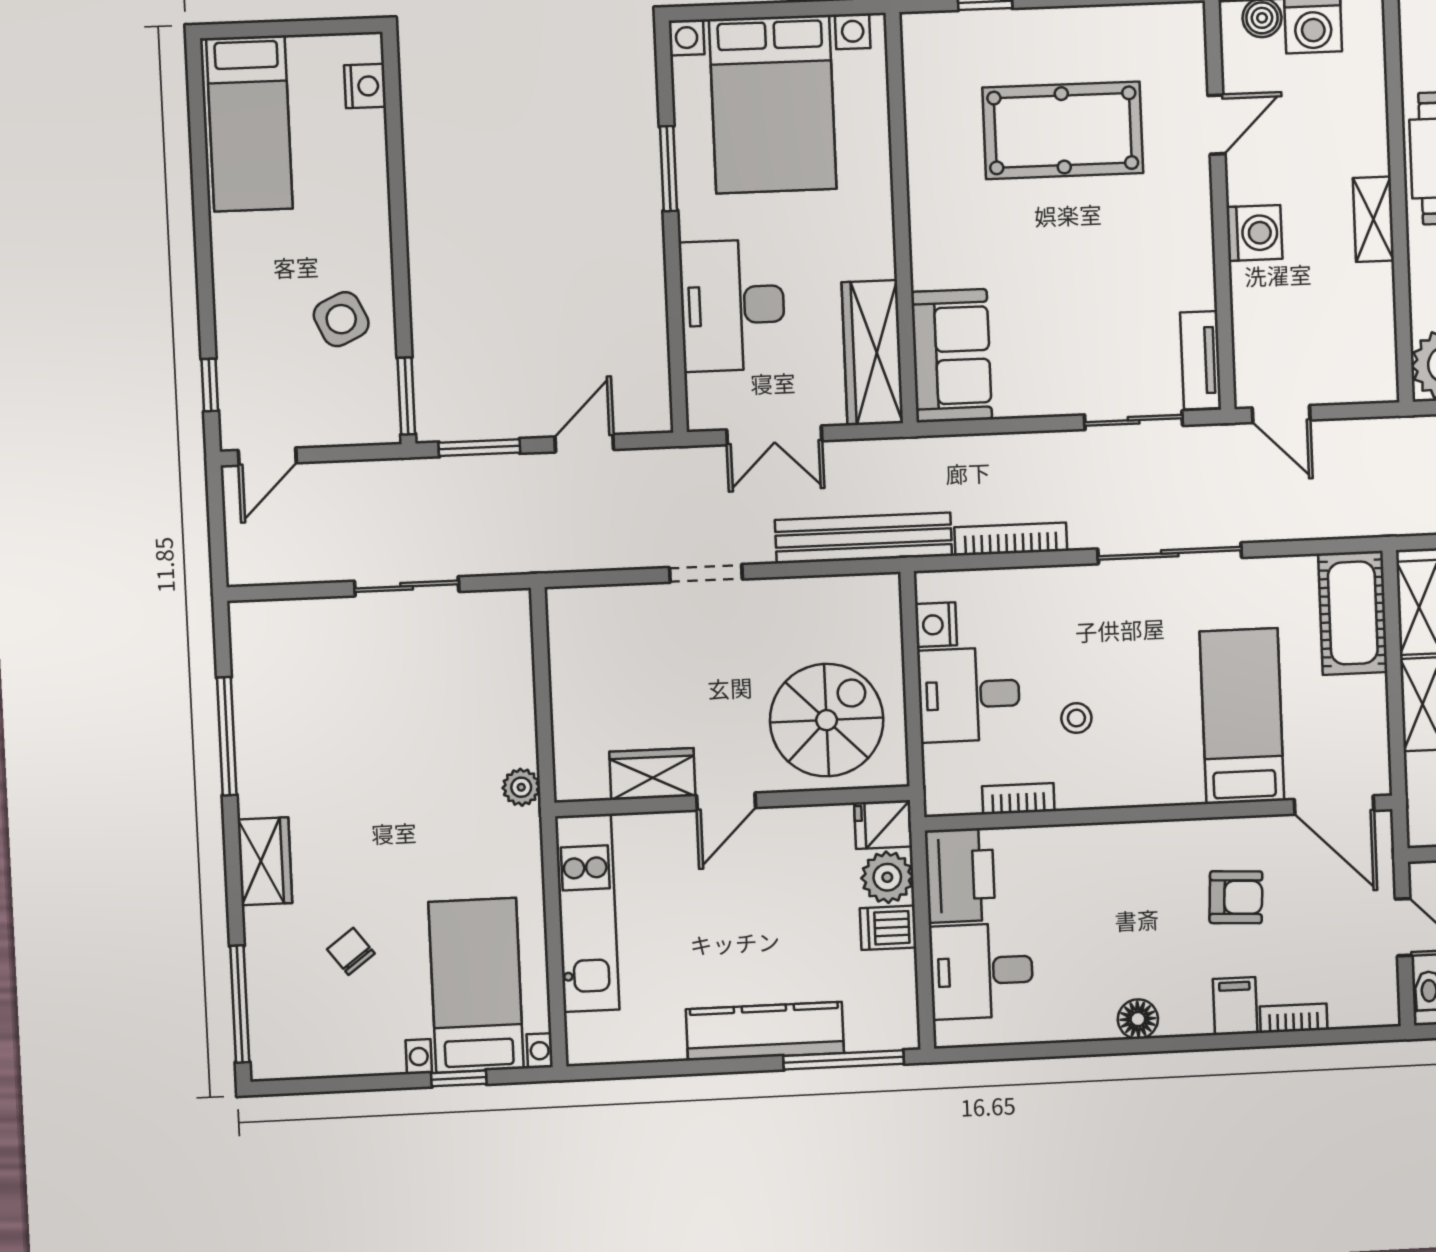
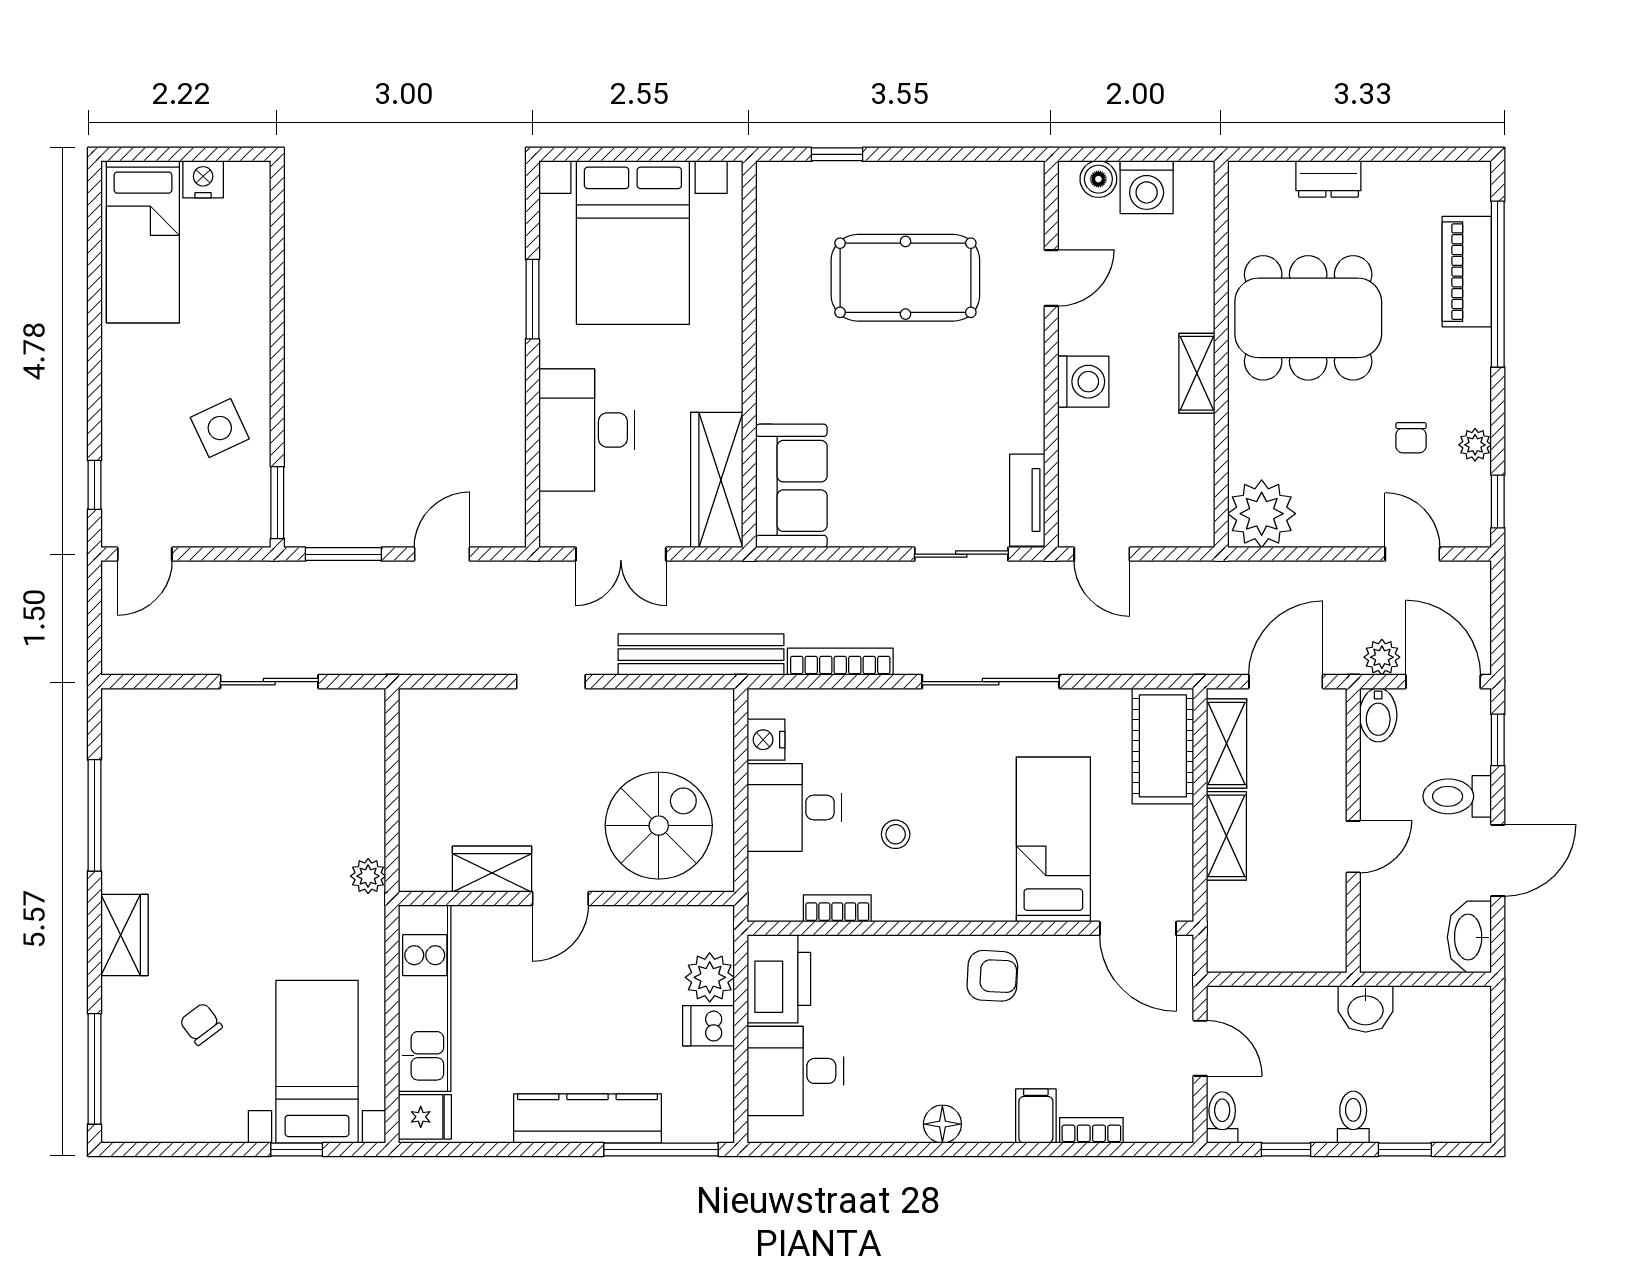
nightstand: (365, 86) -> (203, 179), moved, turned -90
fridge: (883, 825) -> (425, 1117), moved, turned 180
armchair: (1236, 897) -> (992, 976), moved

